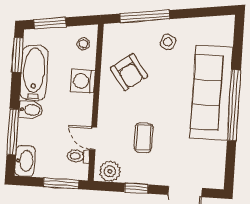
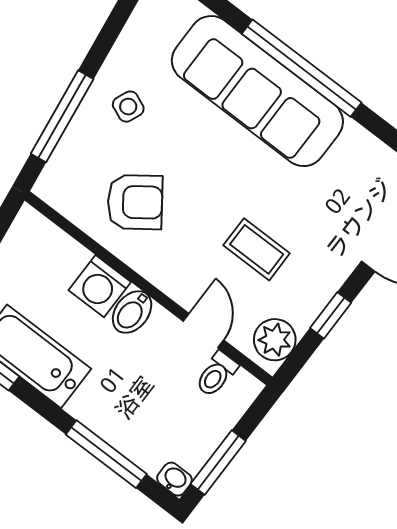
stool: (83, 44) -> (40, 245), removed
bidet: (31, 110) -> (132, 312), moved, turned 180
door: (93, 138) -> (203, 331), swing flipped
washbasin: (25, 161) -> (174, 479), width x0.52, depth x0.69
window: (61, 183) -> (218, 463), moved

